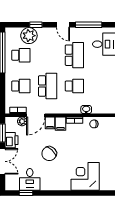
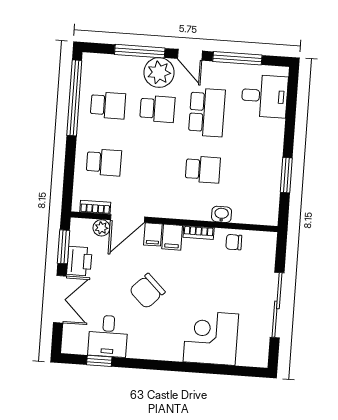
window: (36, 25) -> (140, 51), width x2.17
plant: (29, 36) -> (159, 73), moved
school desk: (48, 86) -> (157, 109), moved, width x0.54

